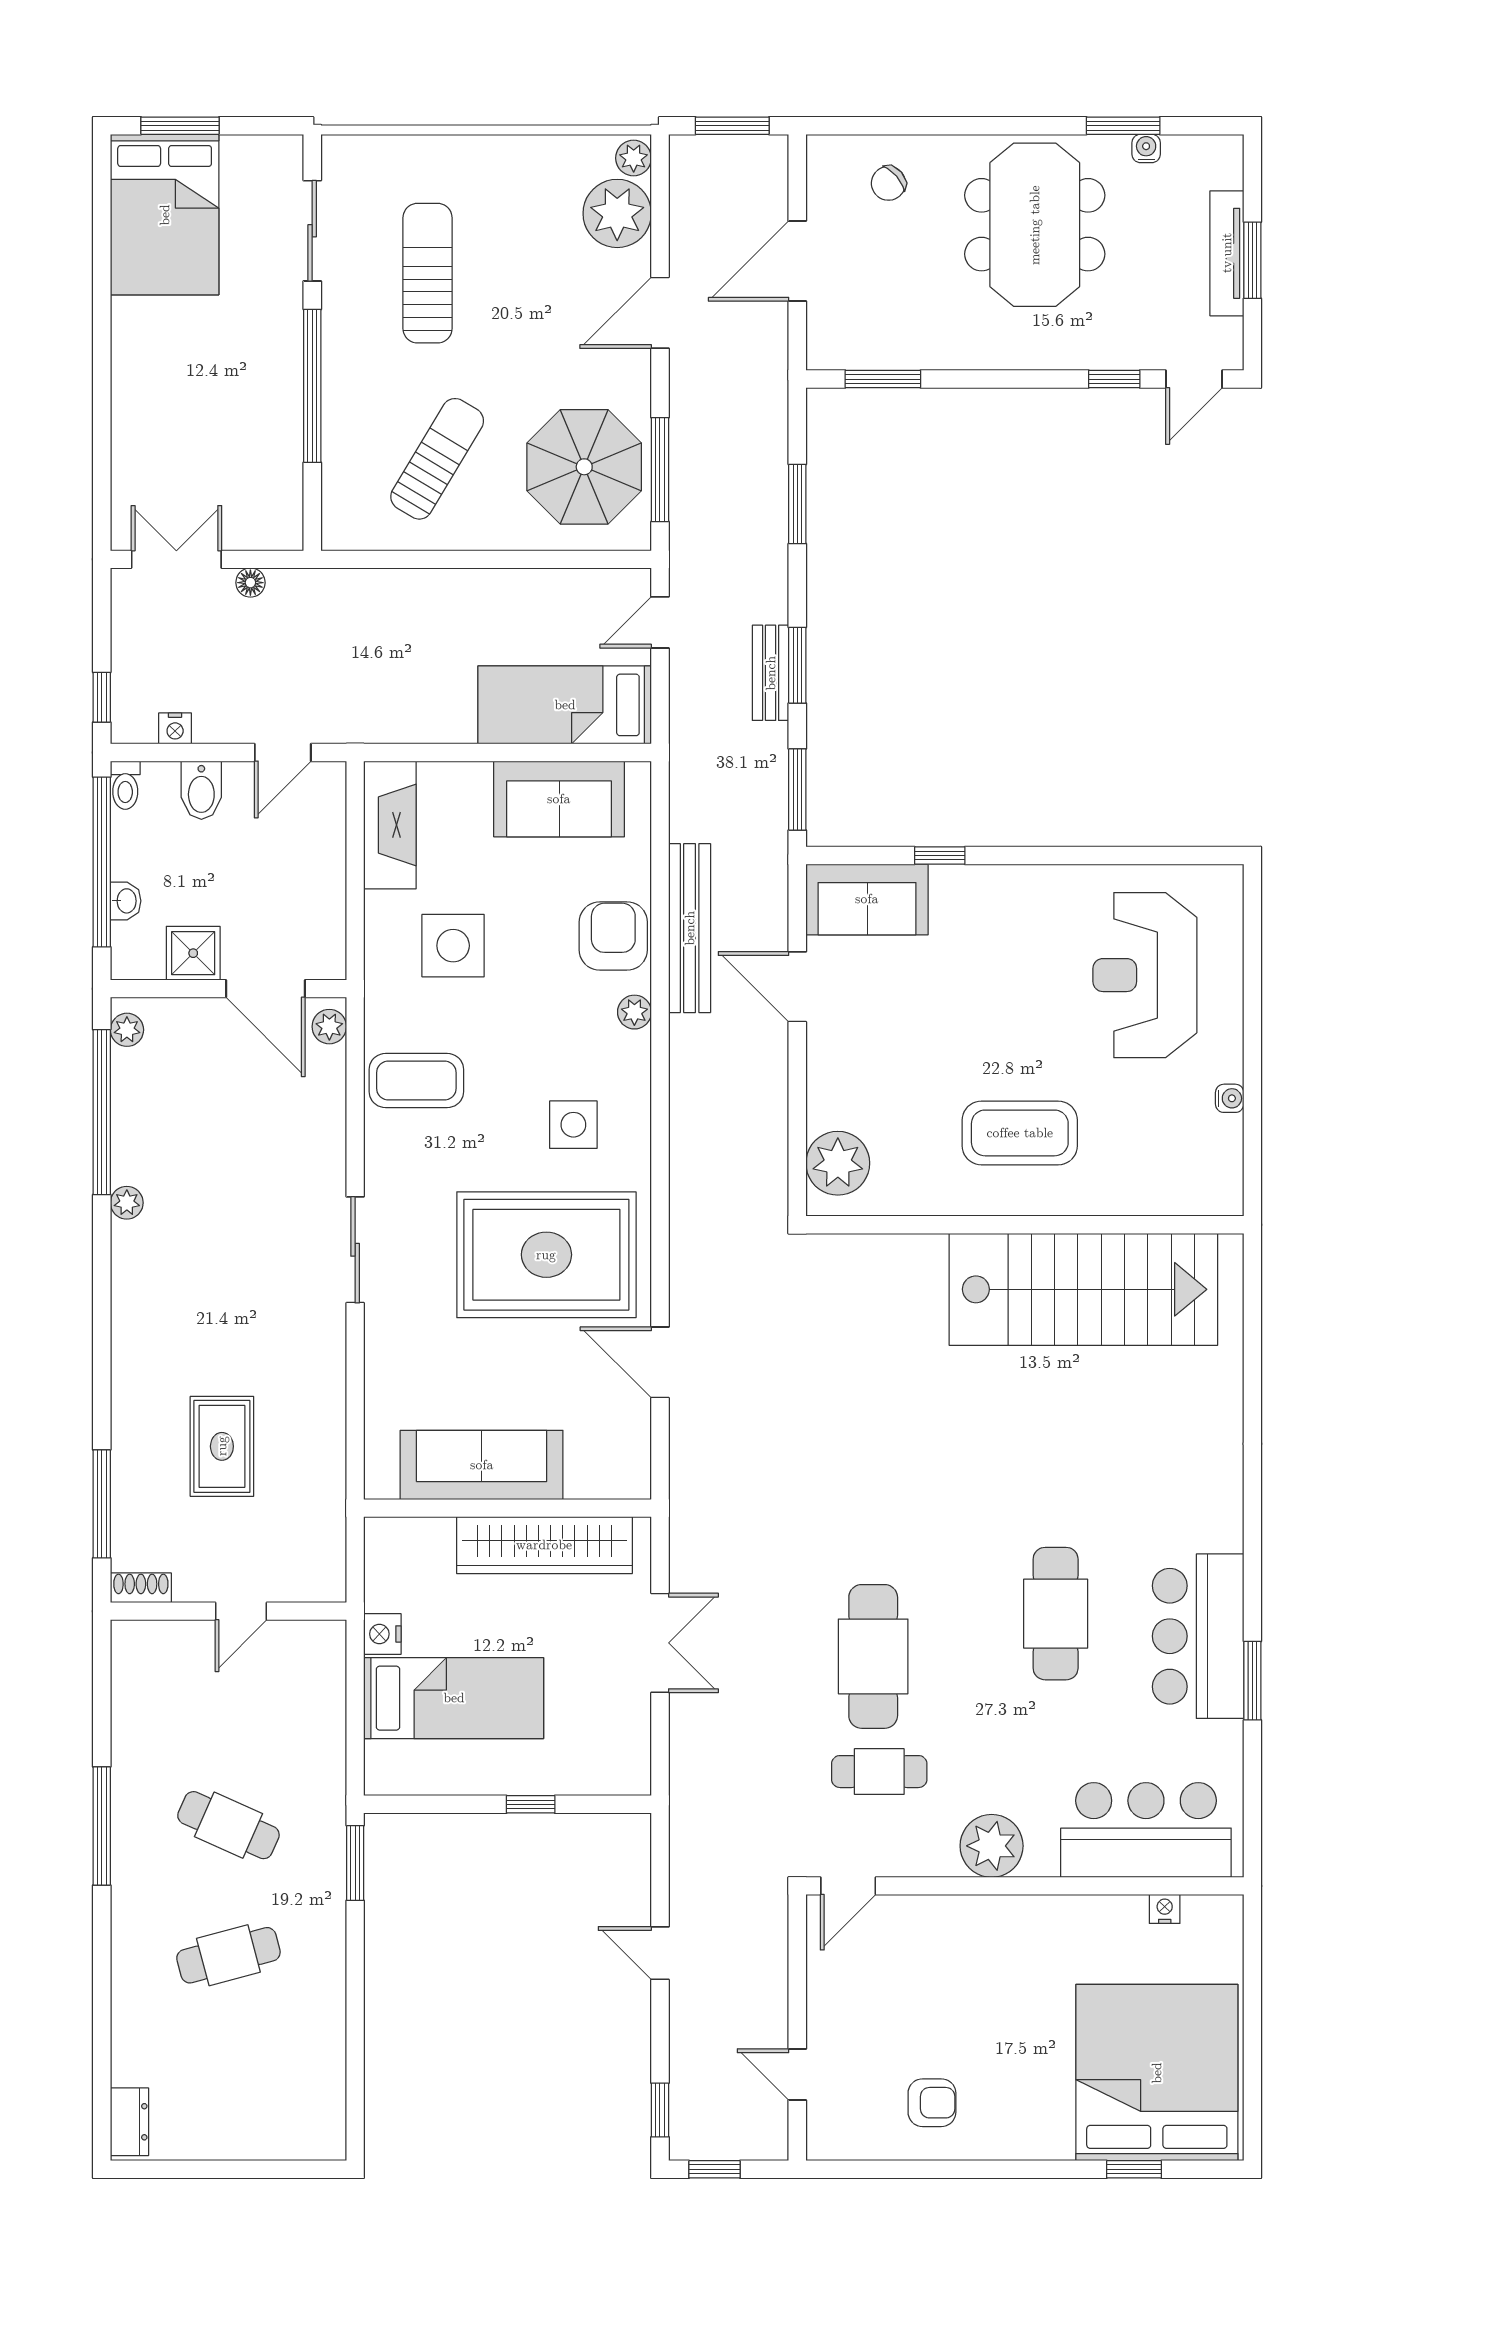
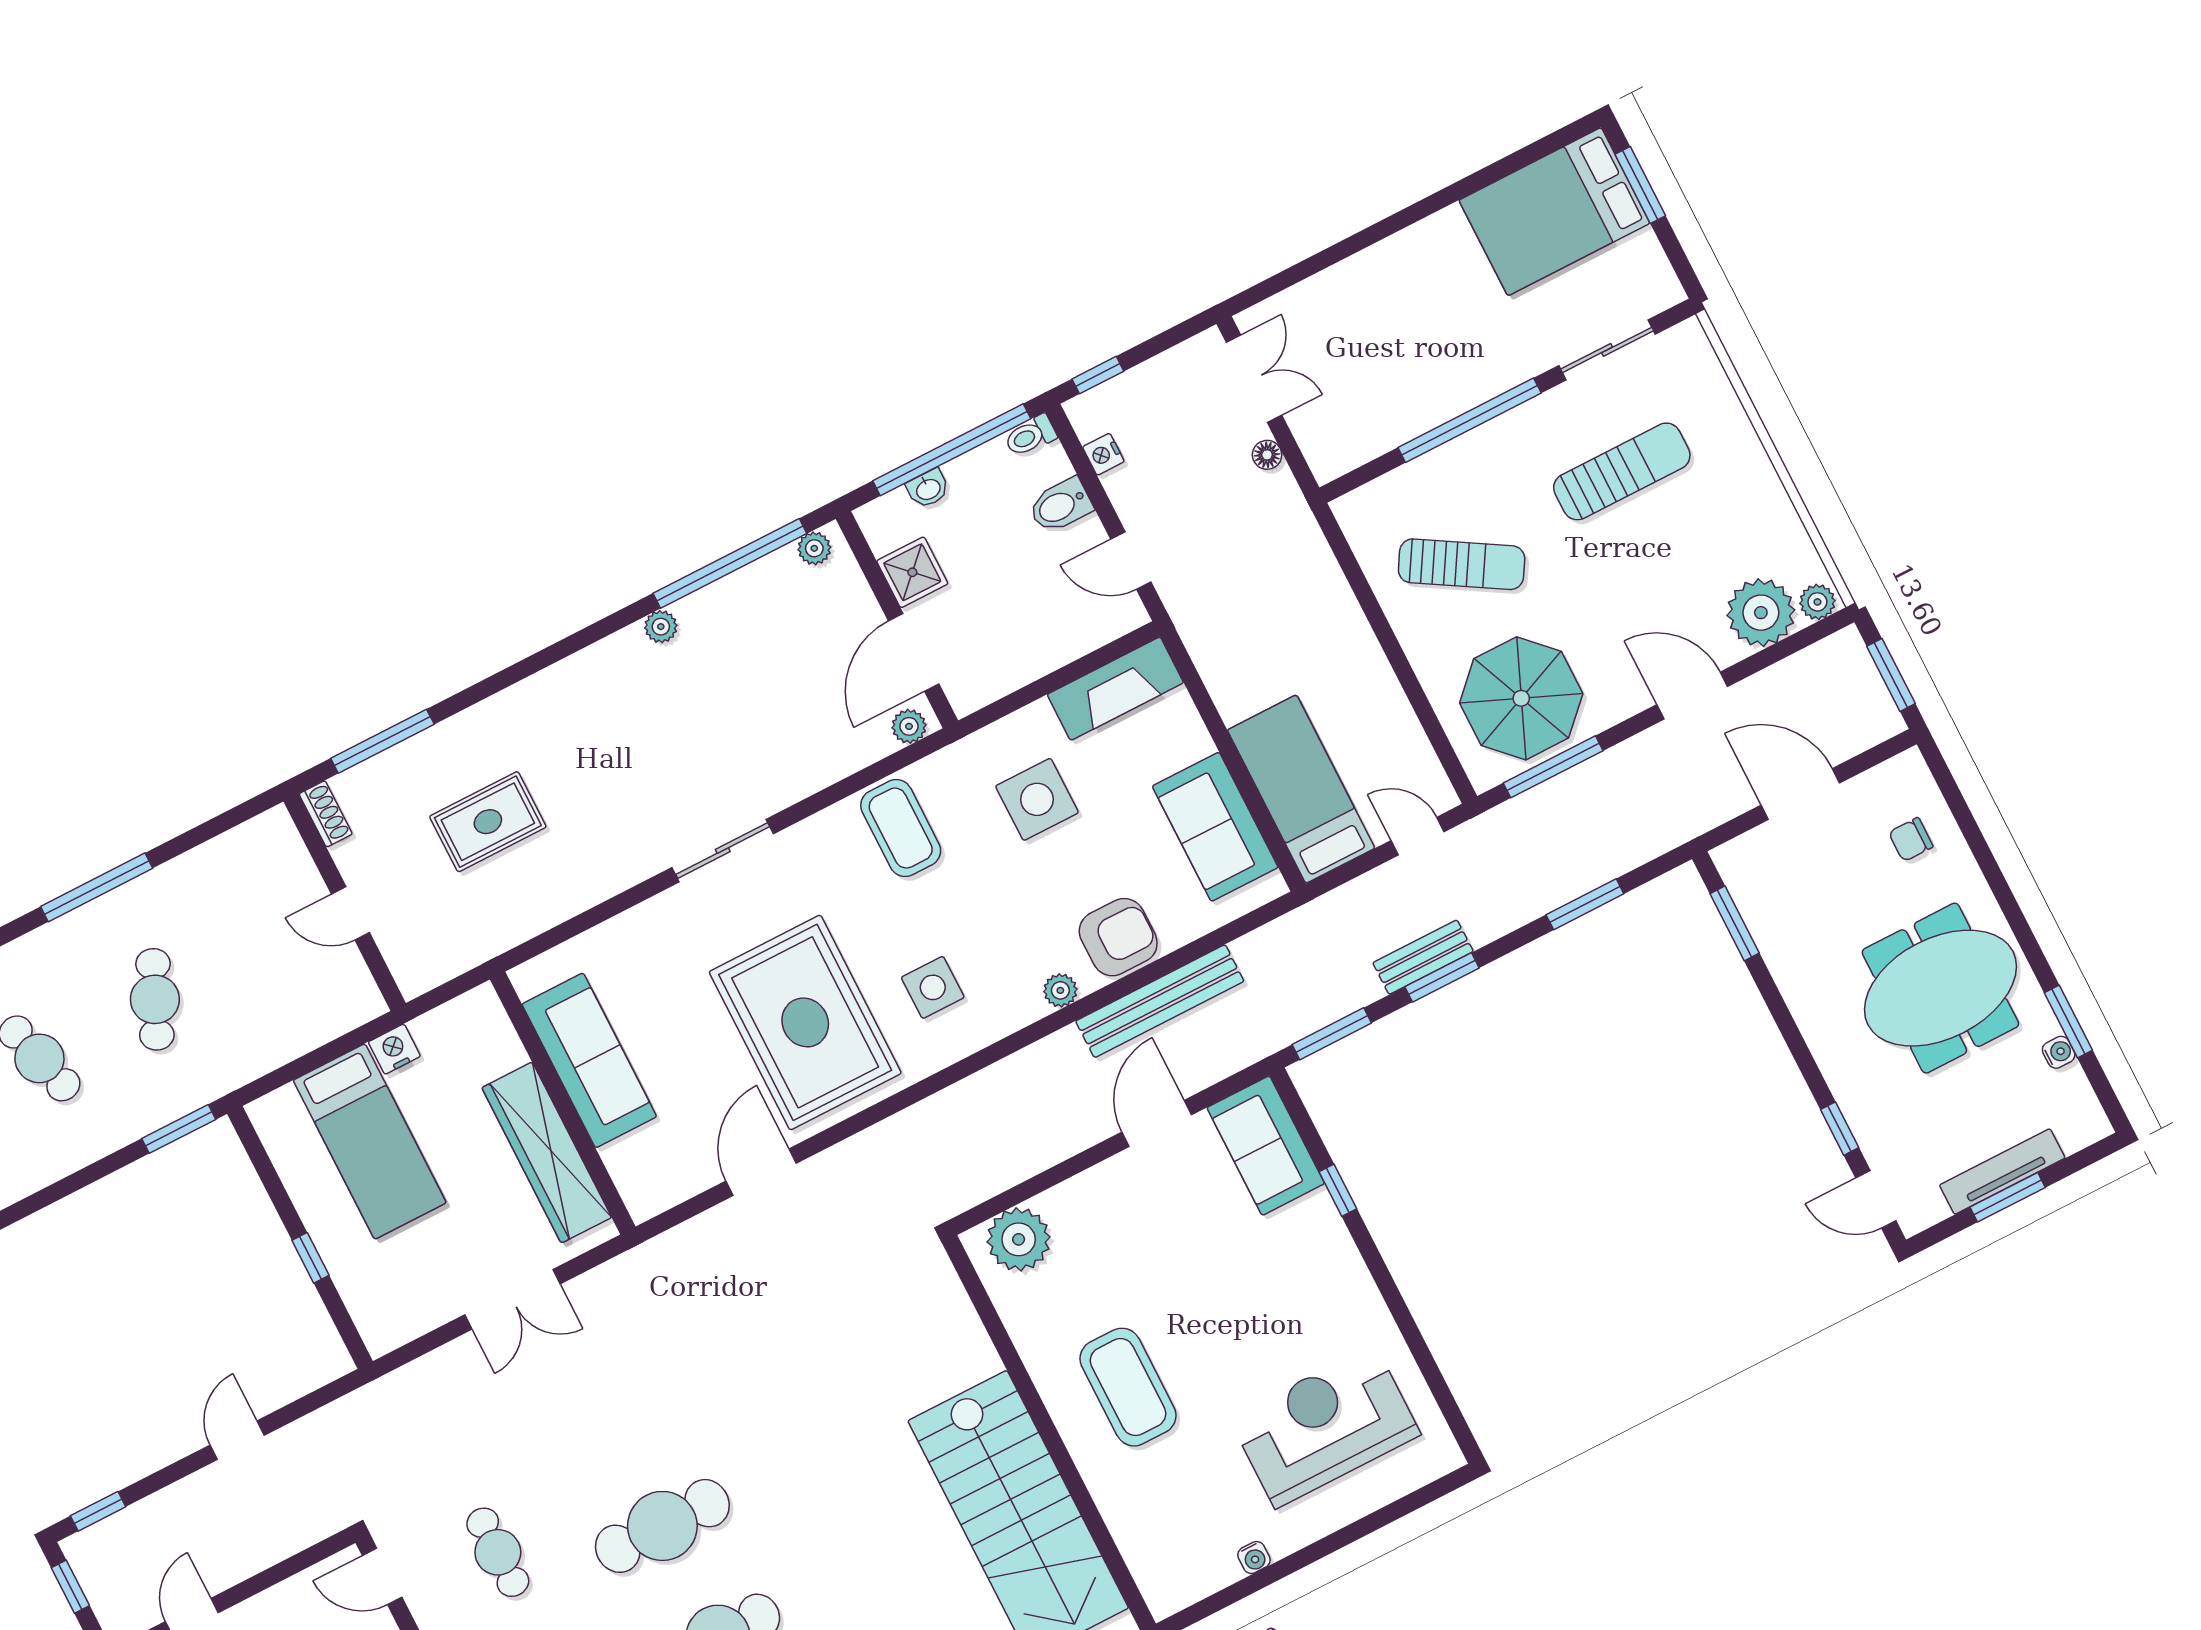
chair: (888, 183) -> (1911, 840), turned -49
cafe table: (873, 1656) -> (662, 1526), moved

